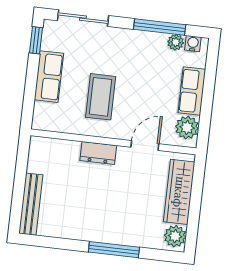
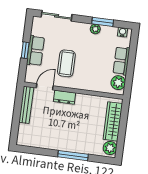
window: (160, 27) -> (103, 22), width x0.69
window: (36, 40) -> (25, 50), moved
plant: (176, 42) -> (95, 29), moved
door: (145, 145) -> (45, 87), moved
bench: (31, 204) -> (26, 105), moved

